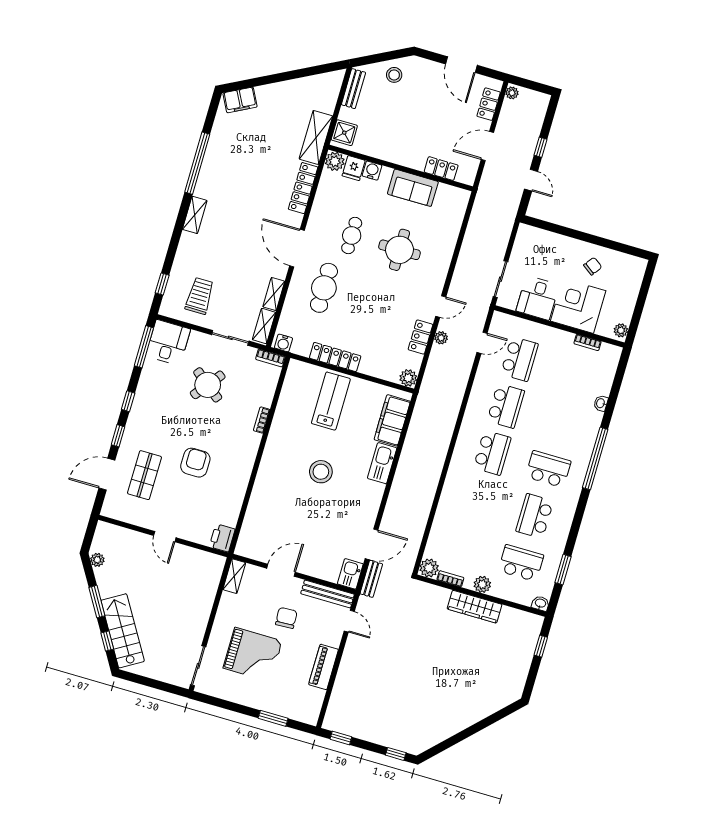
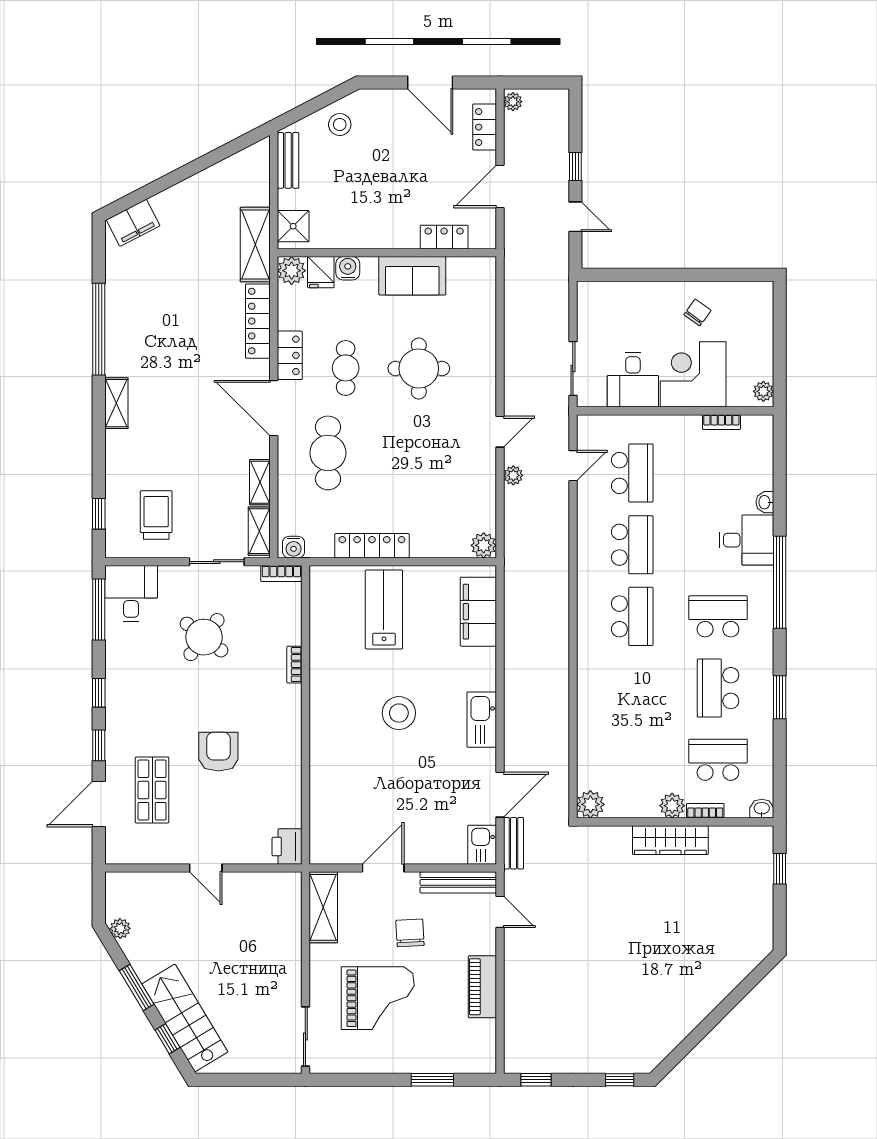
locker: (420, 337) -> (290, 355), moved, turned 180
desk: (581, 425) -> (746, 540), added
kitchen sink: (382, 463) -> (482, 720), moved
window: (563, 570) -> (780, 697), moved
shelving: (234, 576) -> (323, 907), width x1.50, depth x1.33
bookcase: (450, 579) -> (705, 811), moved

